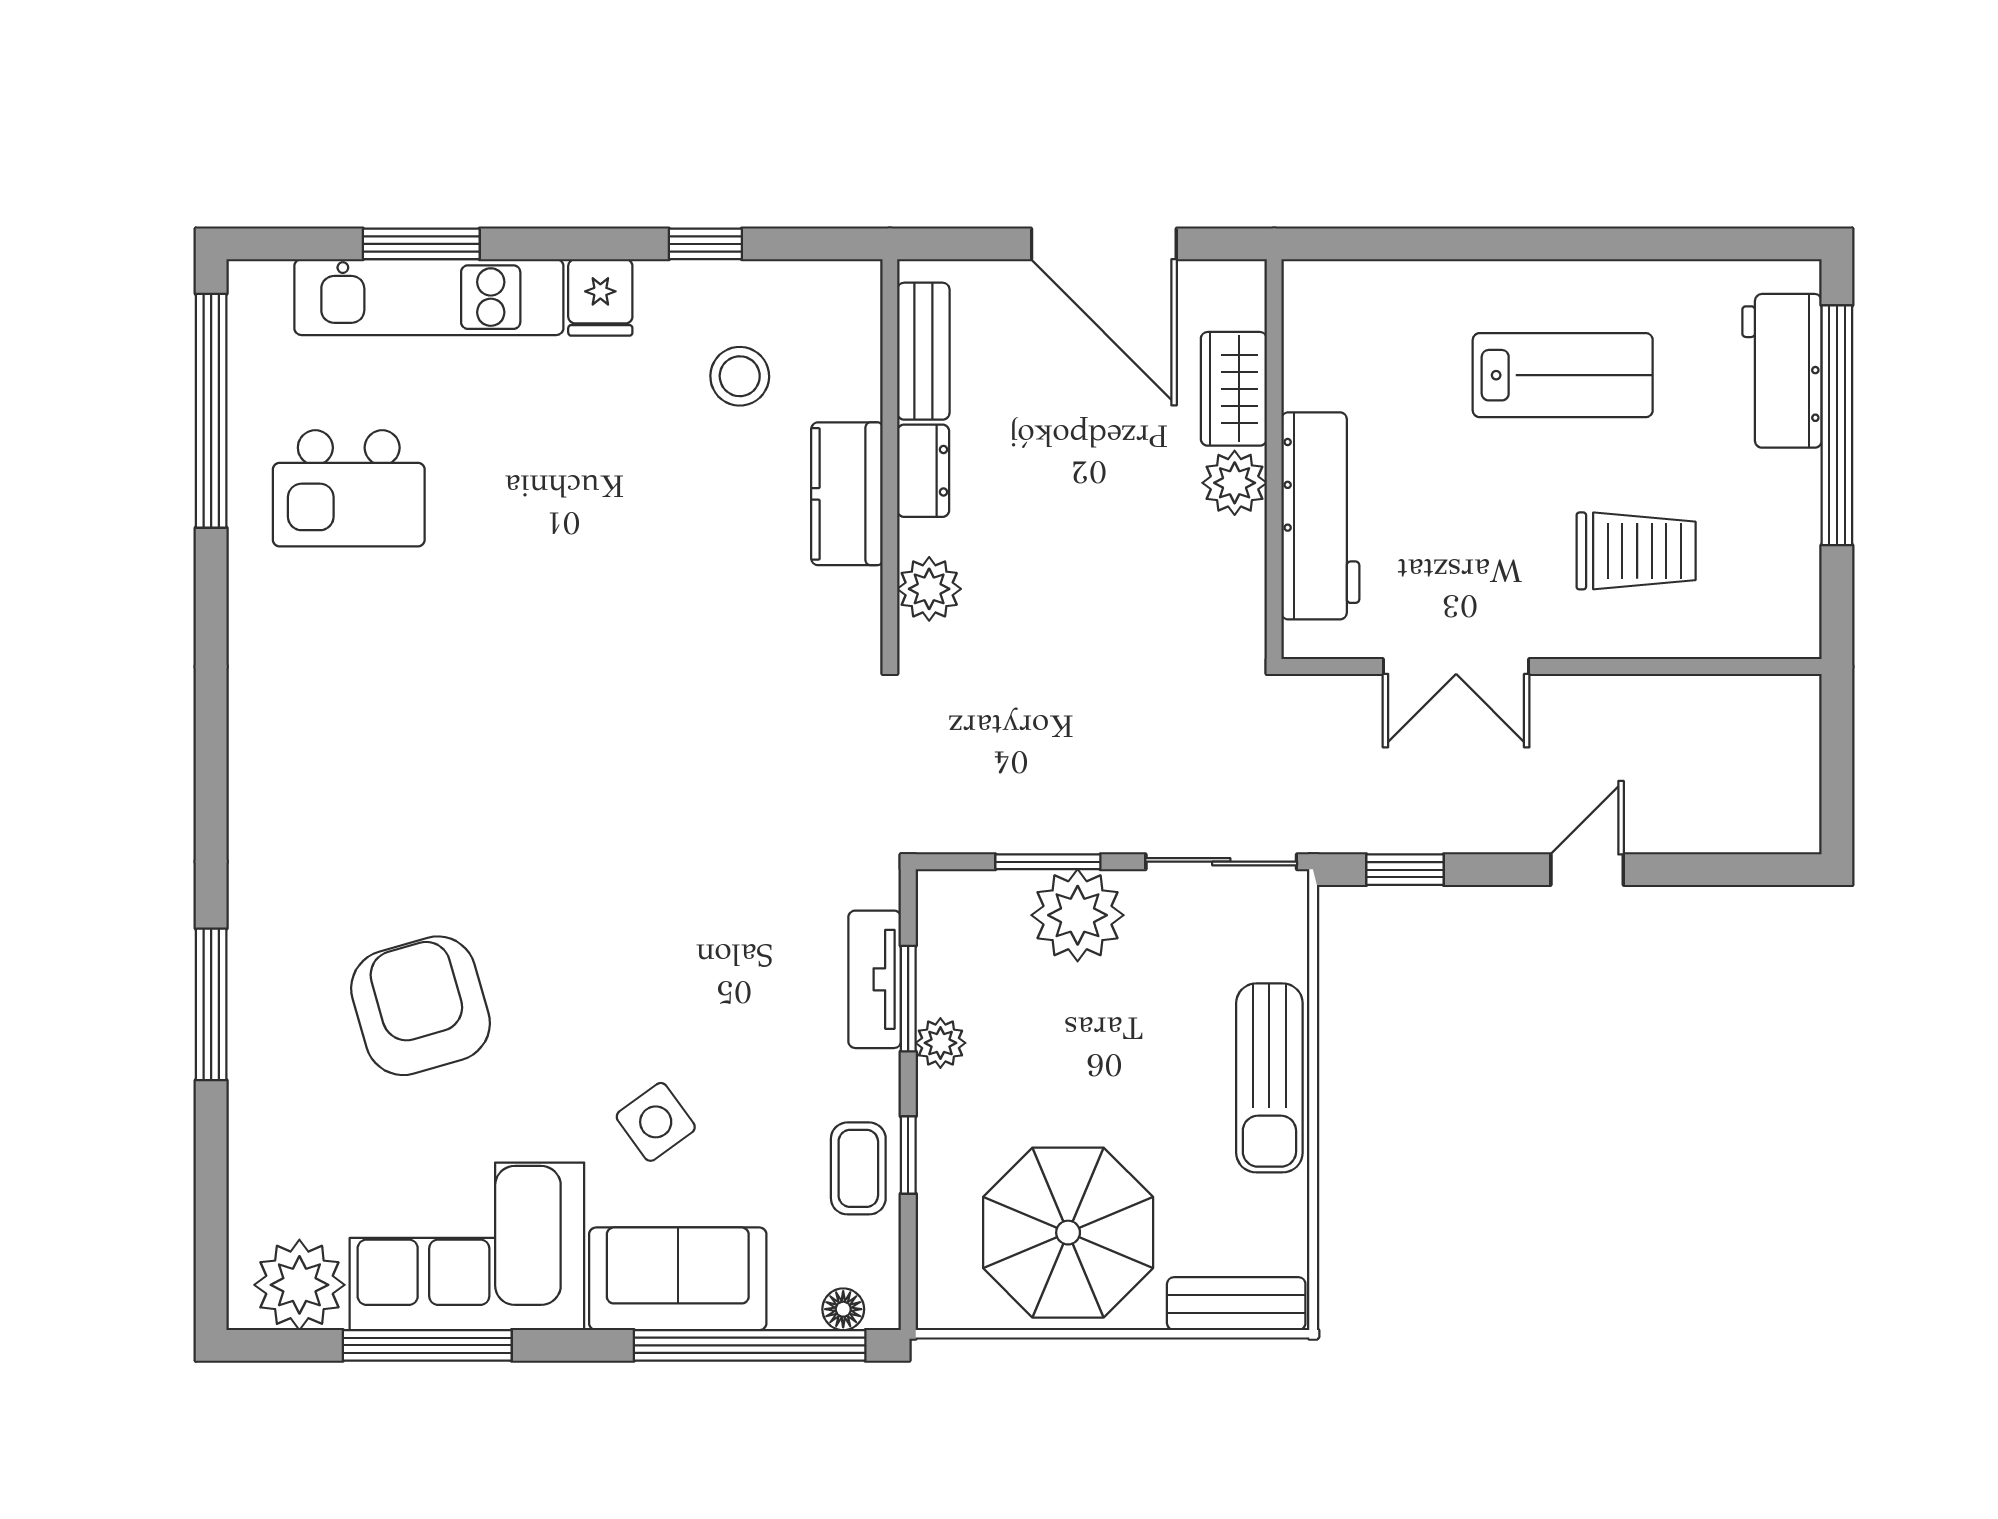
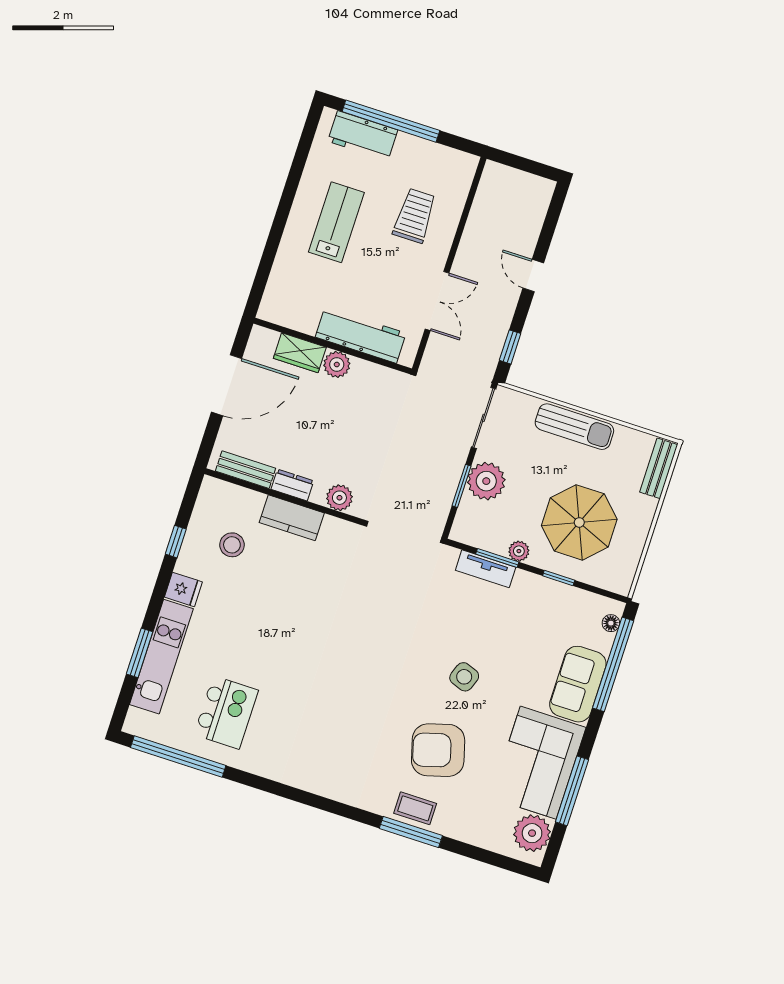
side table: (656, 1122) -> (464, 677), moved, turned -34
coffee table: (858, 1168) -> (415, 808), moved
parasol: (1068, 1233) -> (579, 522), moved

